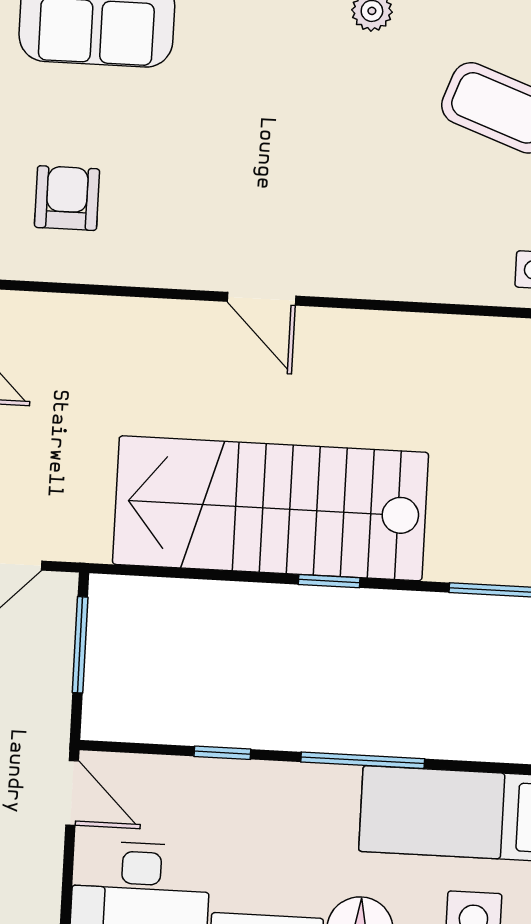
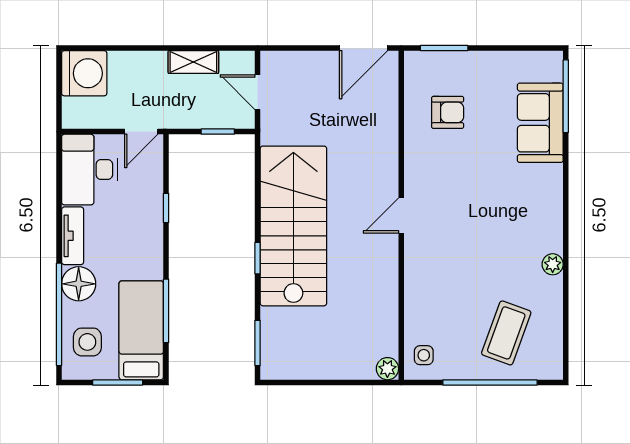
window: (80, 645) -> (218, 132), width x0.67
window: (363, 760) -> (166, 311), moved

